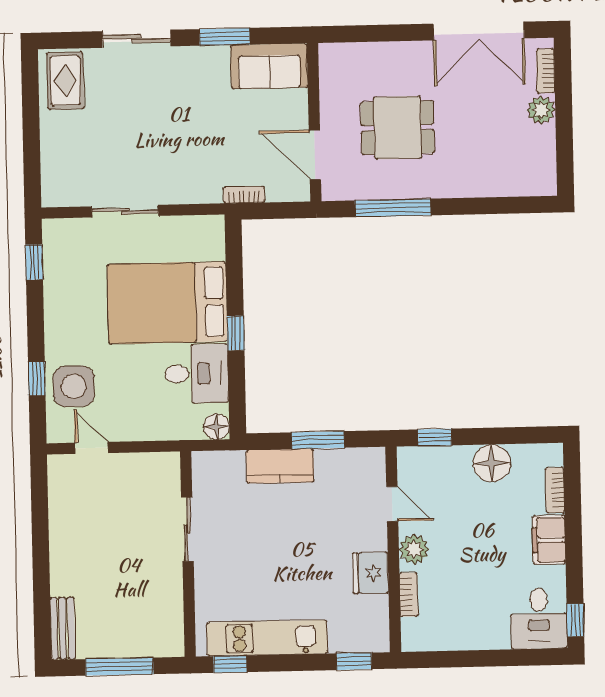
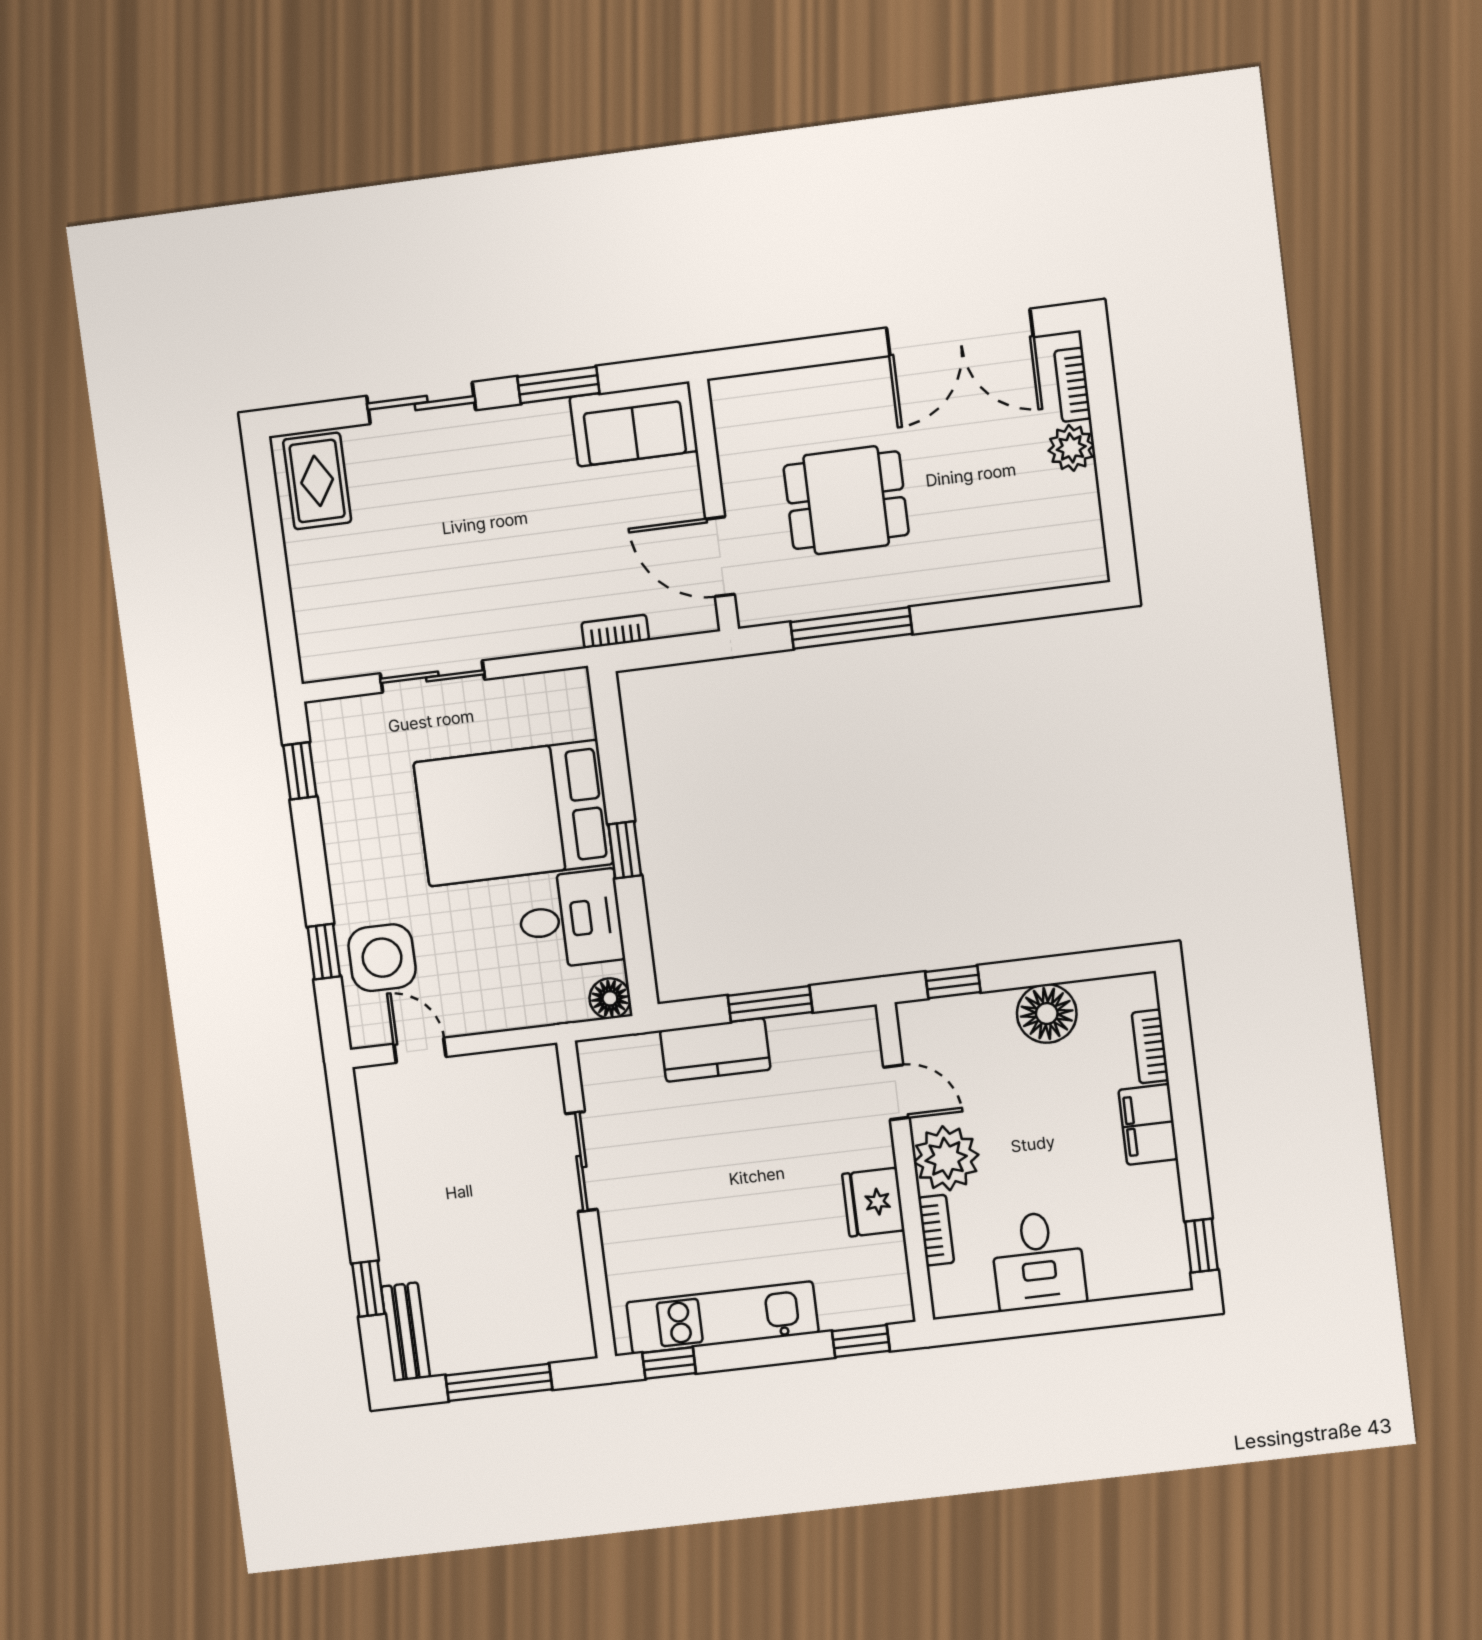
plant: (414, 549) -> (946, 1158), width x1.36, depth x1.36
window: (42, 598) -> (368, 1289), added
desk: (539, 619) -> (1038, 1261), moved

